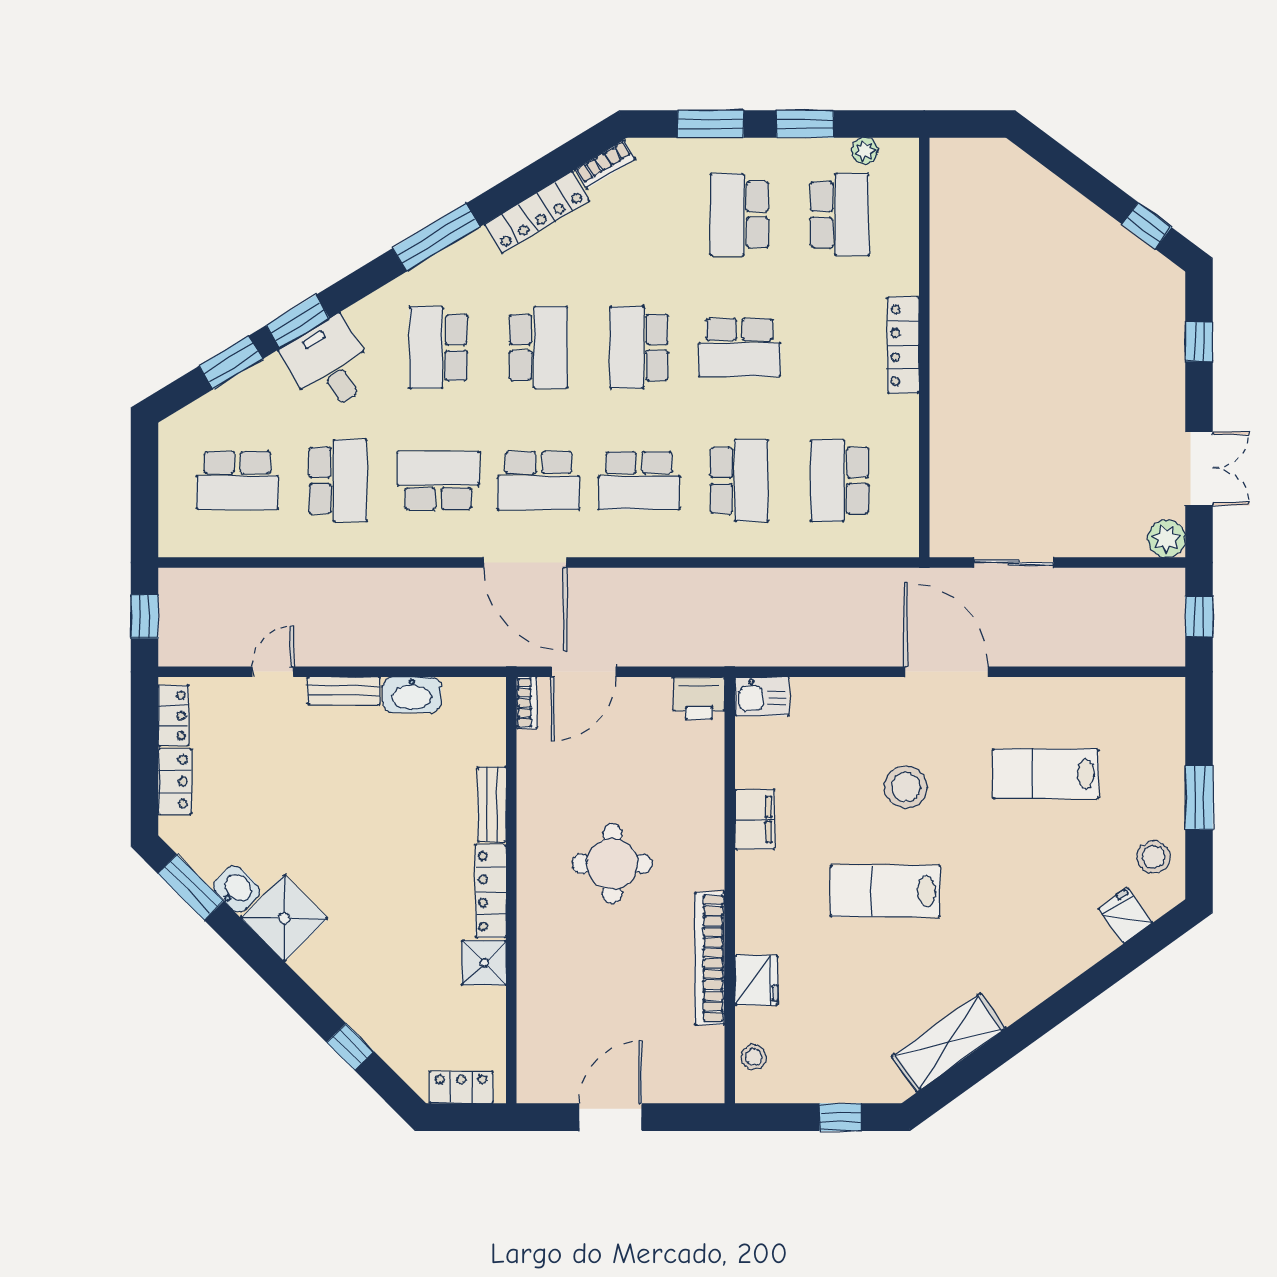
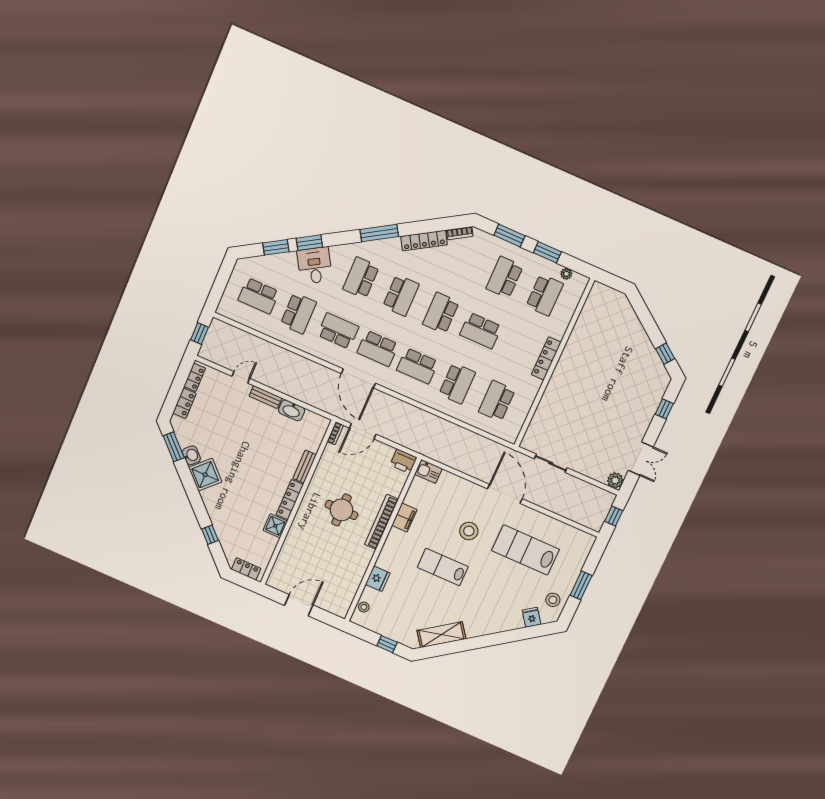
lab bench: (1046, 774) -> (526, 550), width x1.36, depth x1.39
bookcase: (710, 958) -> (381, 522), moved

